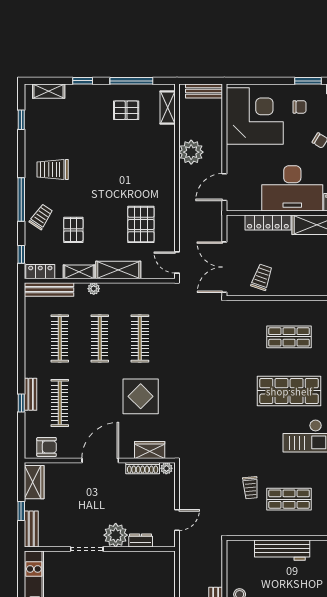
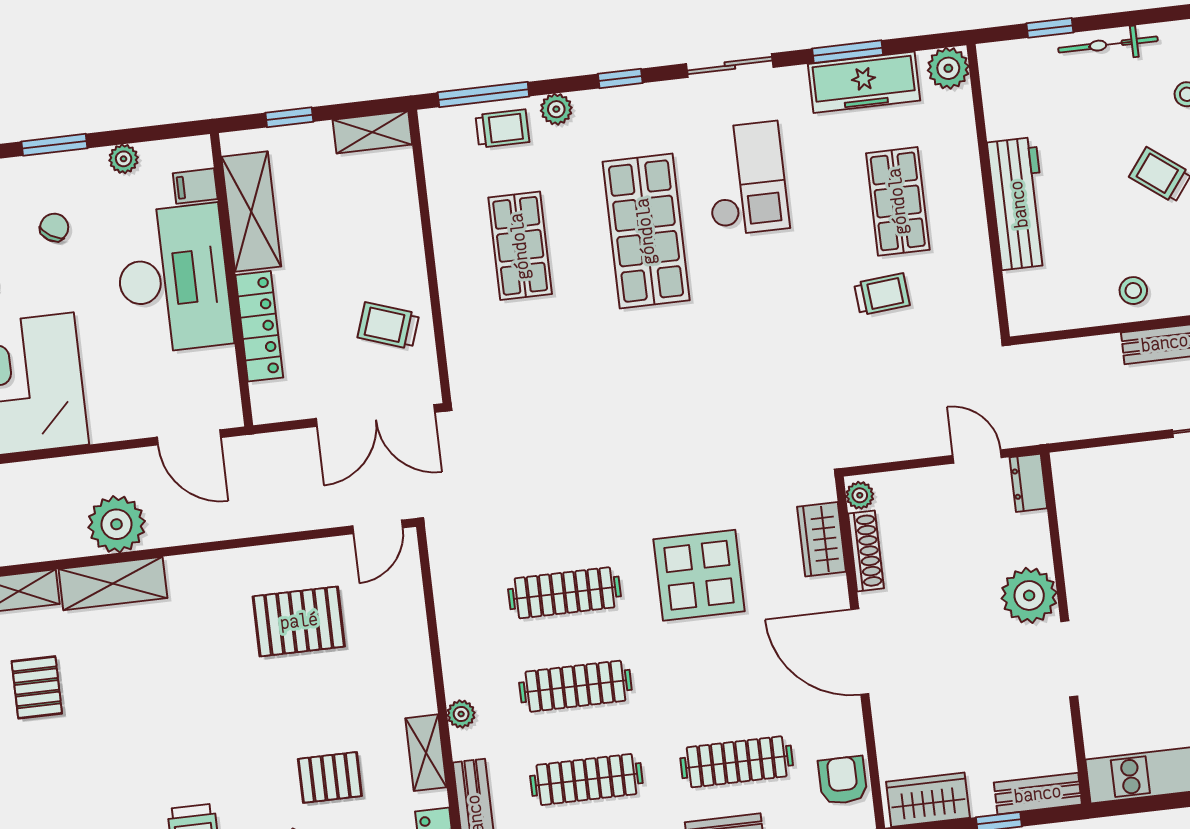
shelving: (118, 270) -> (113, 584), moved, turned 90
dresser: (141, 540) -> (1028, 483), moved

